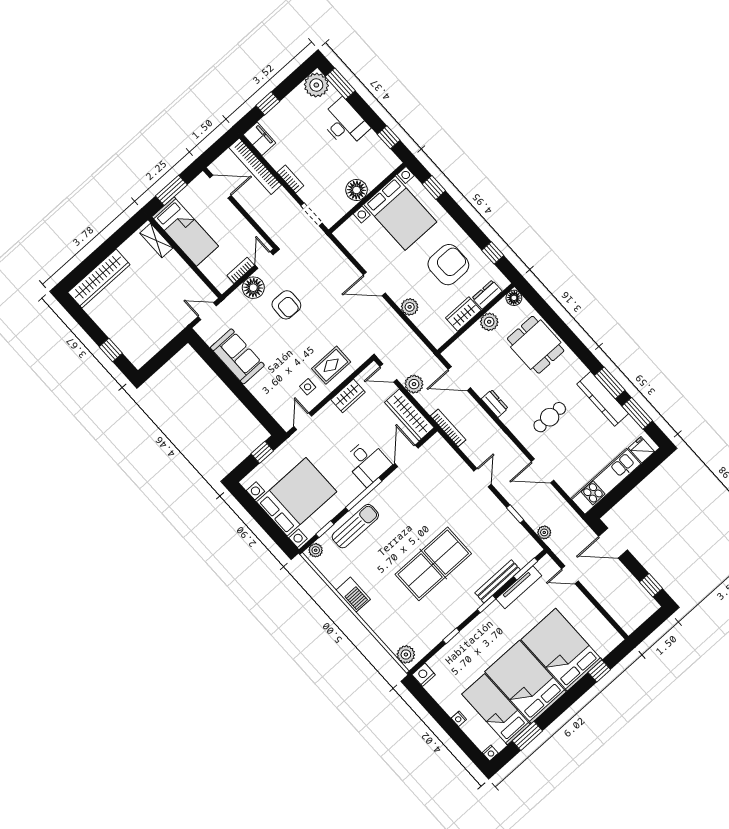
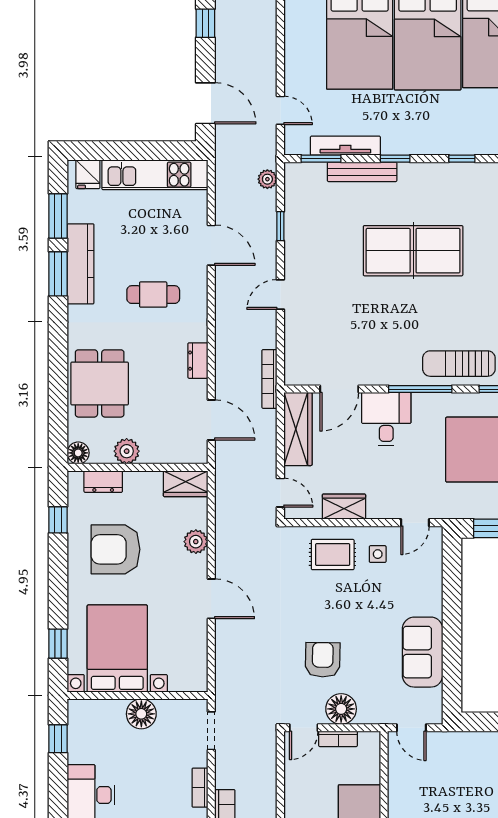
wardrobe: (463, 314) -> (186, 484), moved
plant: (414, 384) -> (264, 457), removed

